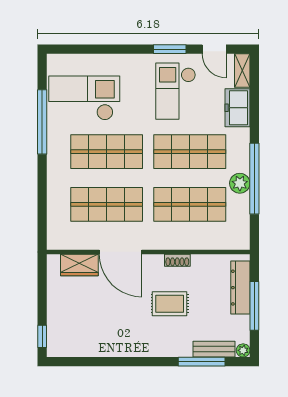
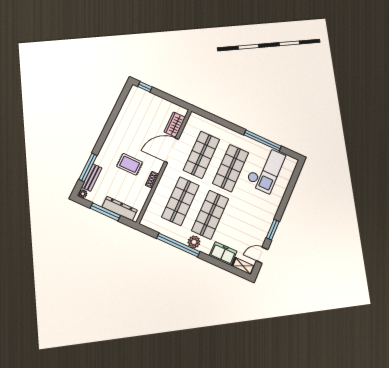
checkout: (176, 91) -> (248, 222), removed
plant: (240, 183) -> (194, 242), moved
rug: (170, 304) -> (130, 164), turned 90

